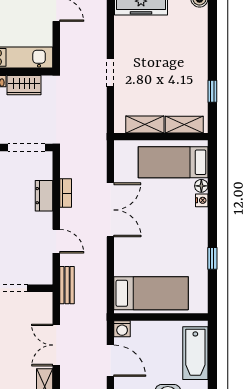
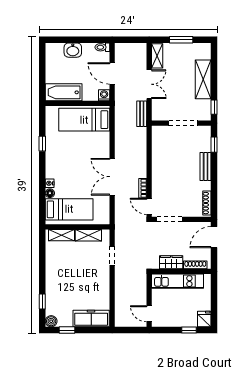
doorway: (110, 73) -> (112, 256), moved
window: (212, 91) -> (42, 302), moved
dresser: (44, 196) -> (158, 186), removed
door: (56, 241) -> (149, 206), moved
bench: (67, 285) -> (142, 114), moved
bathtub: (195, 353) -> (64, 92), moved, turned -90

